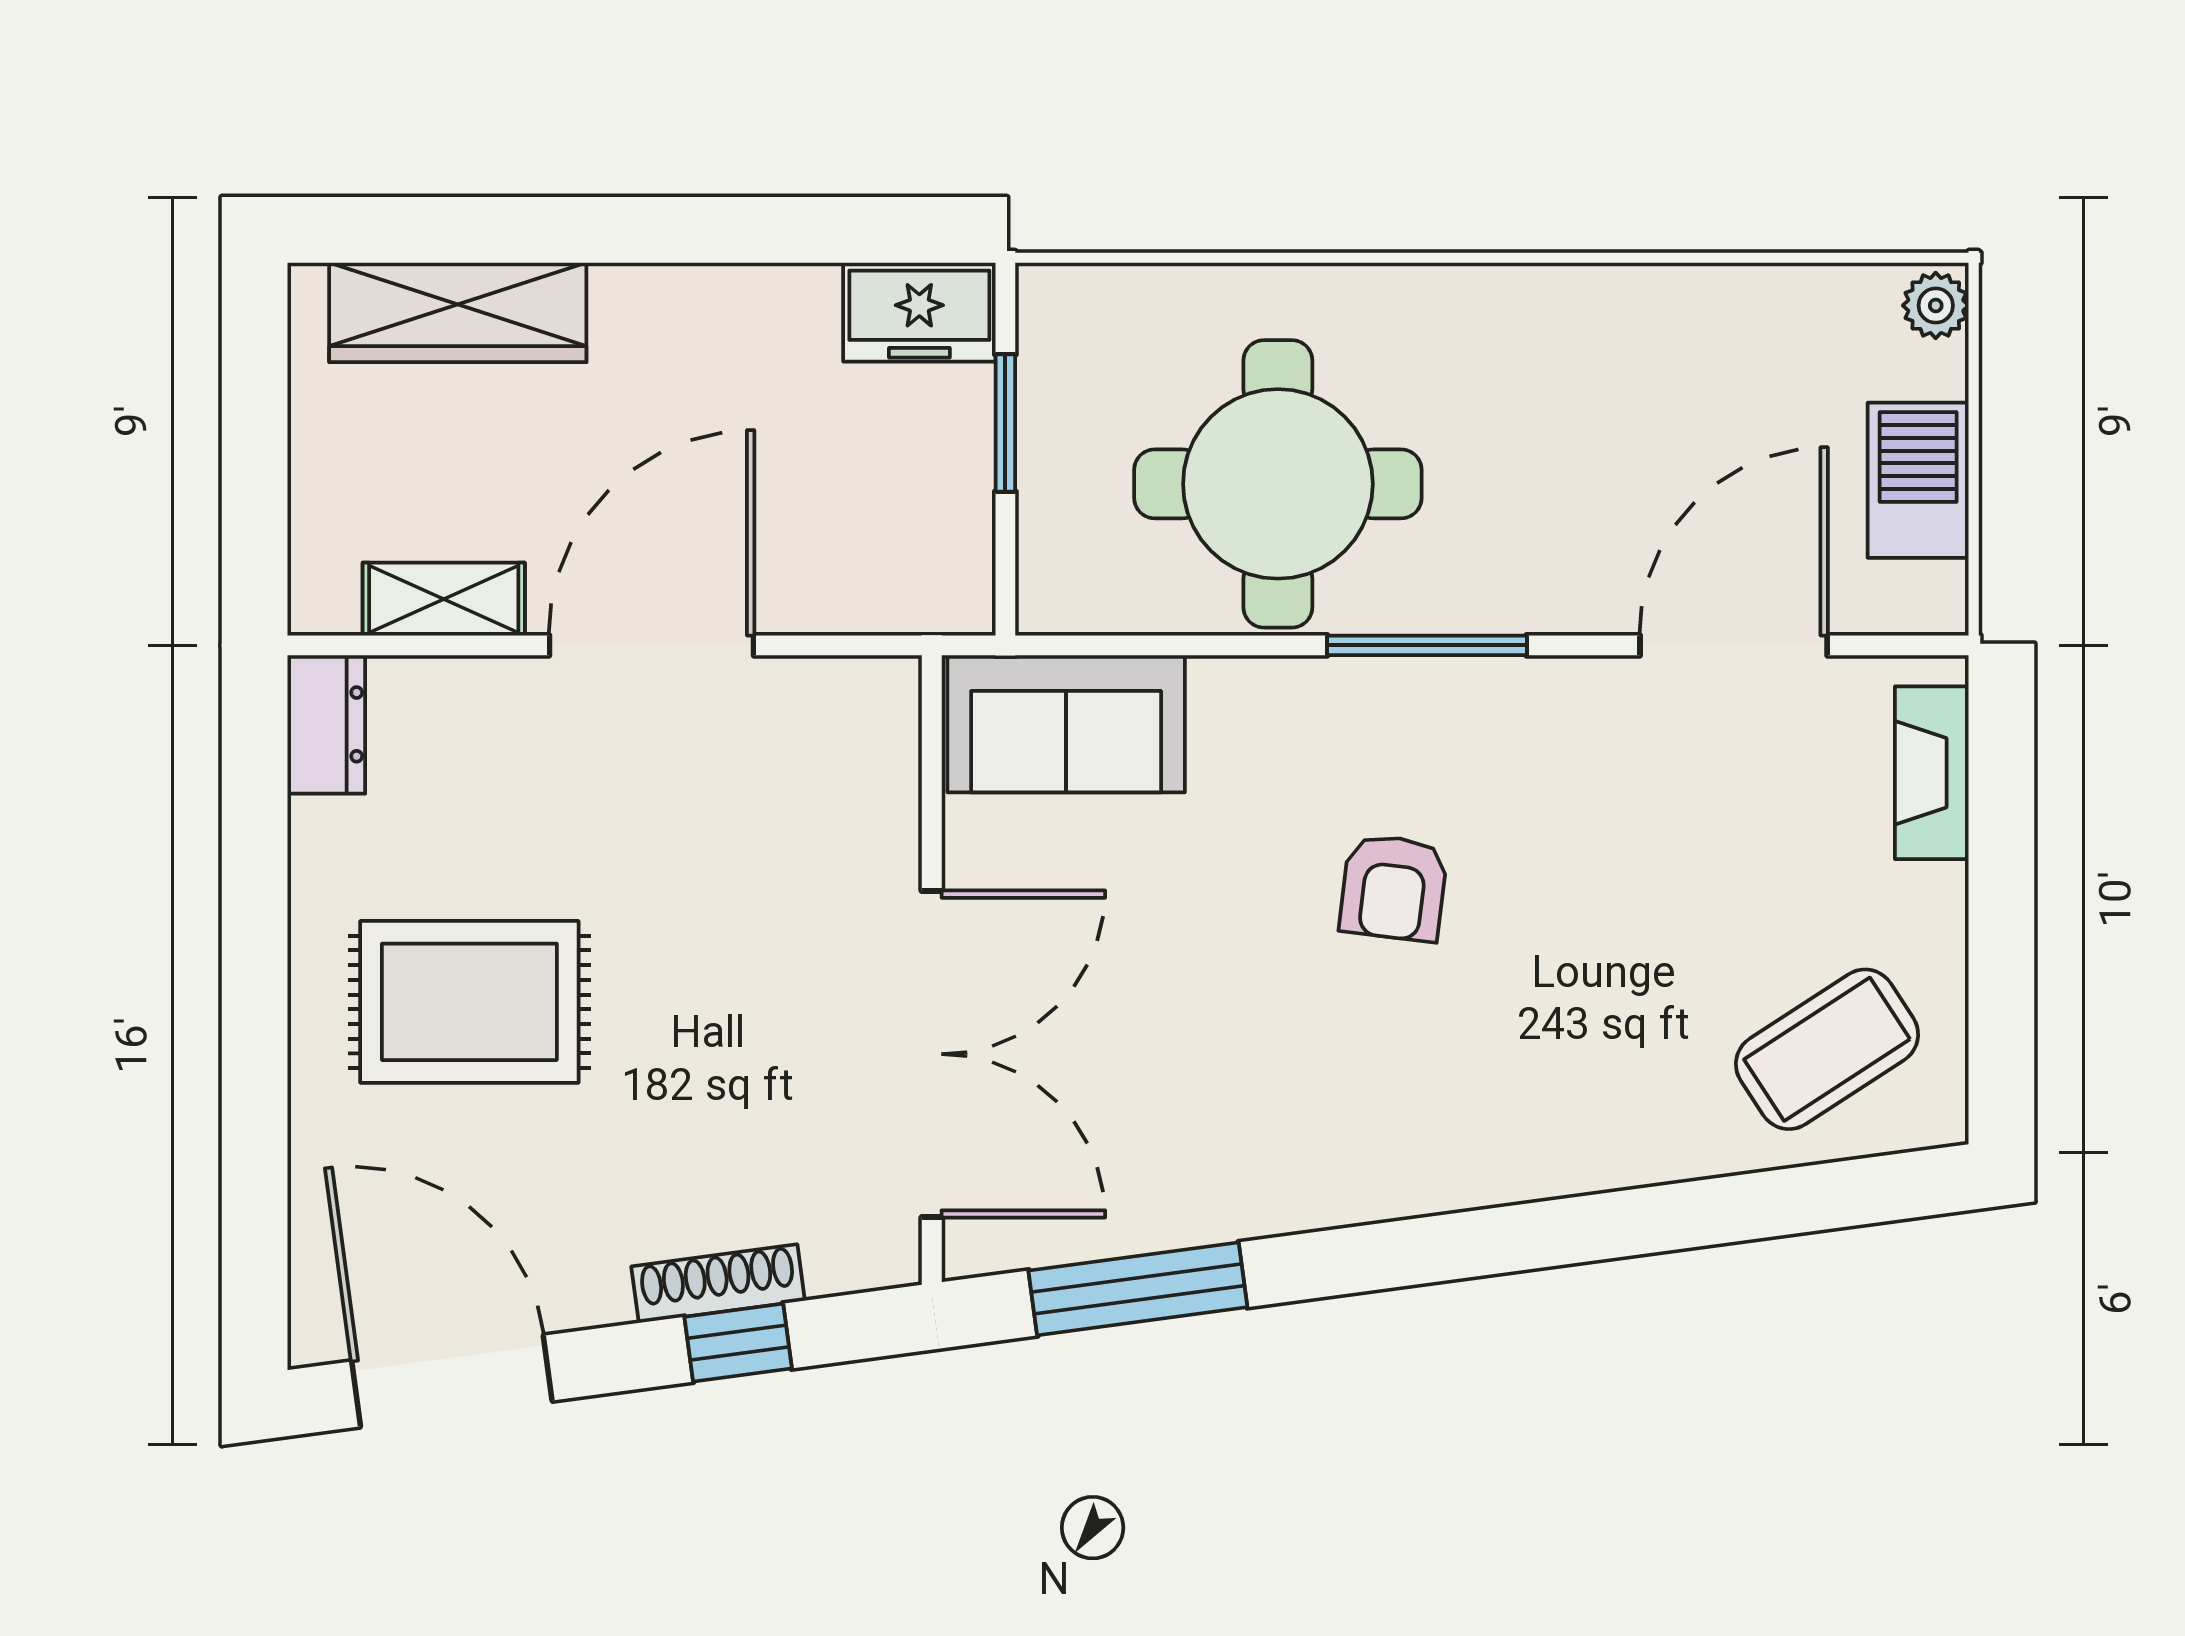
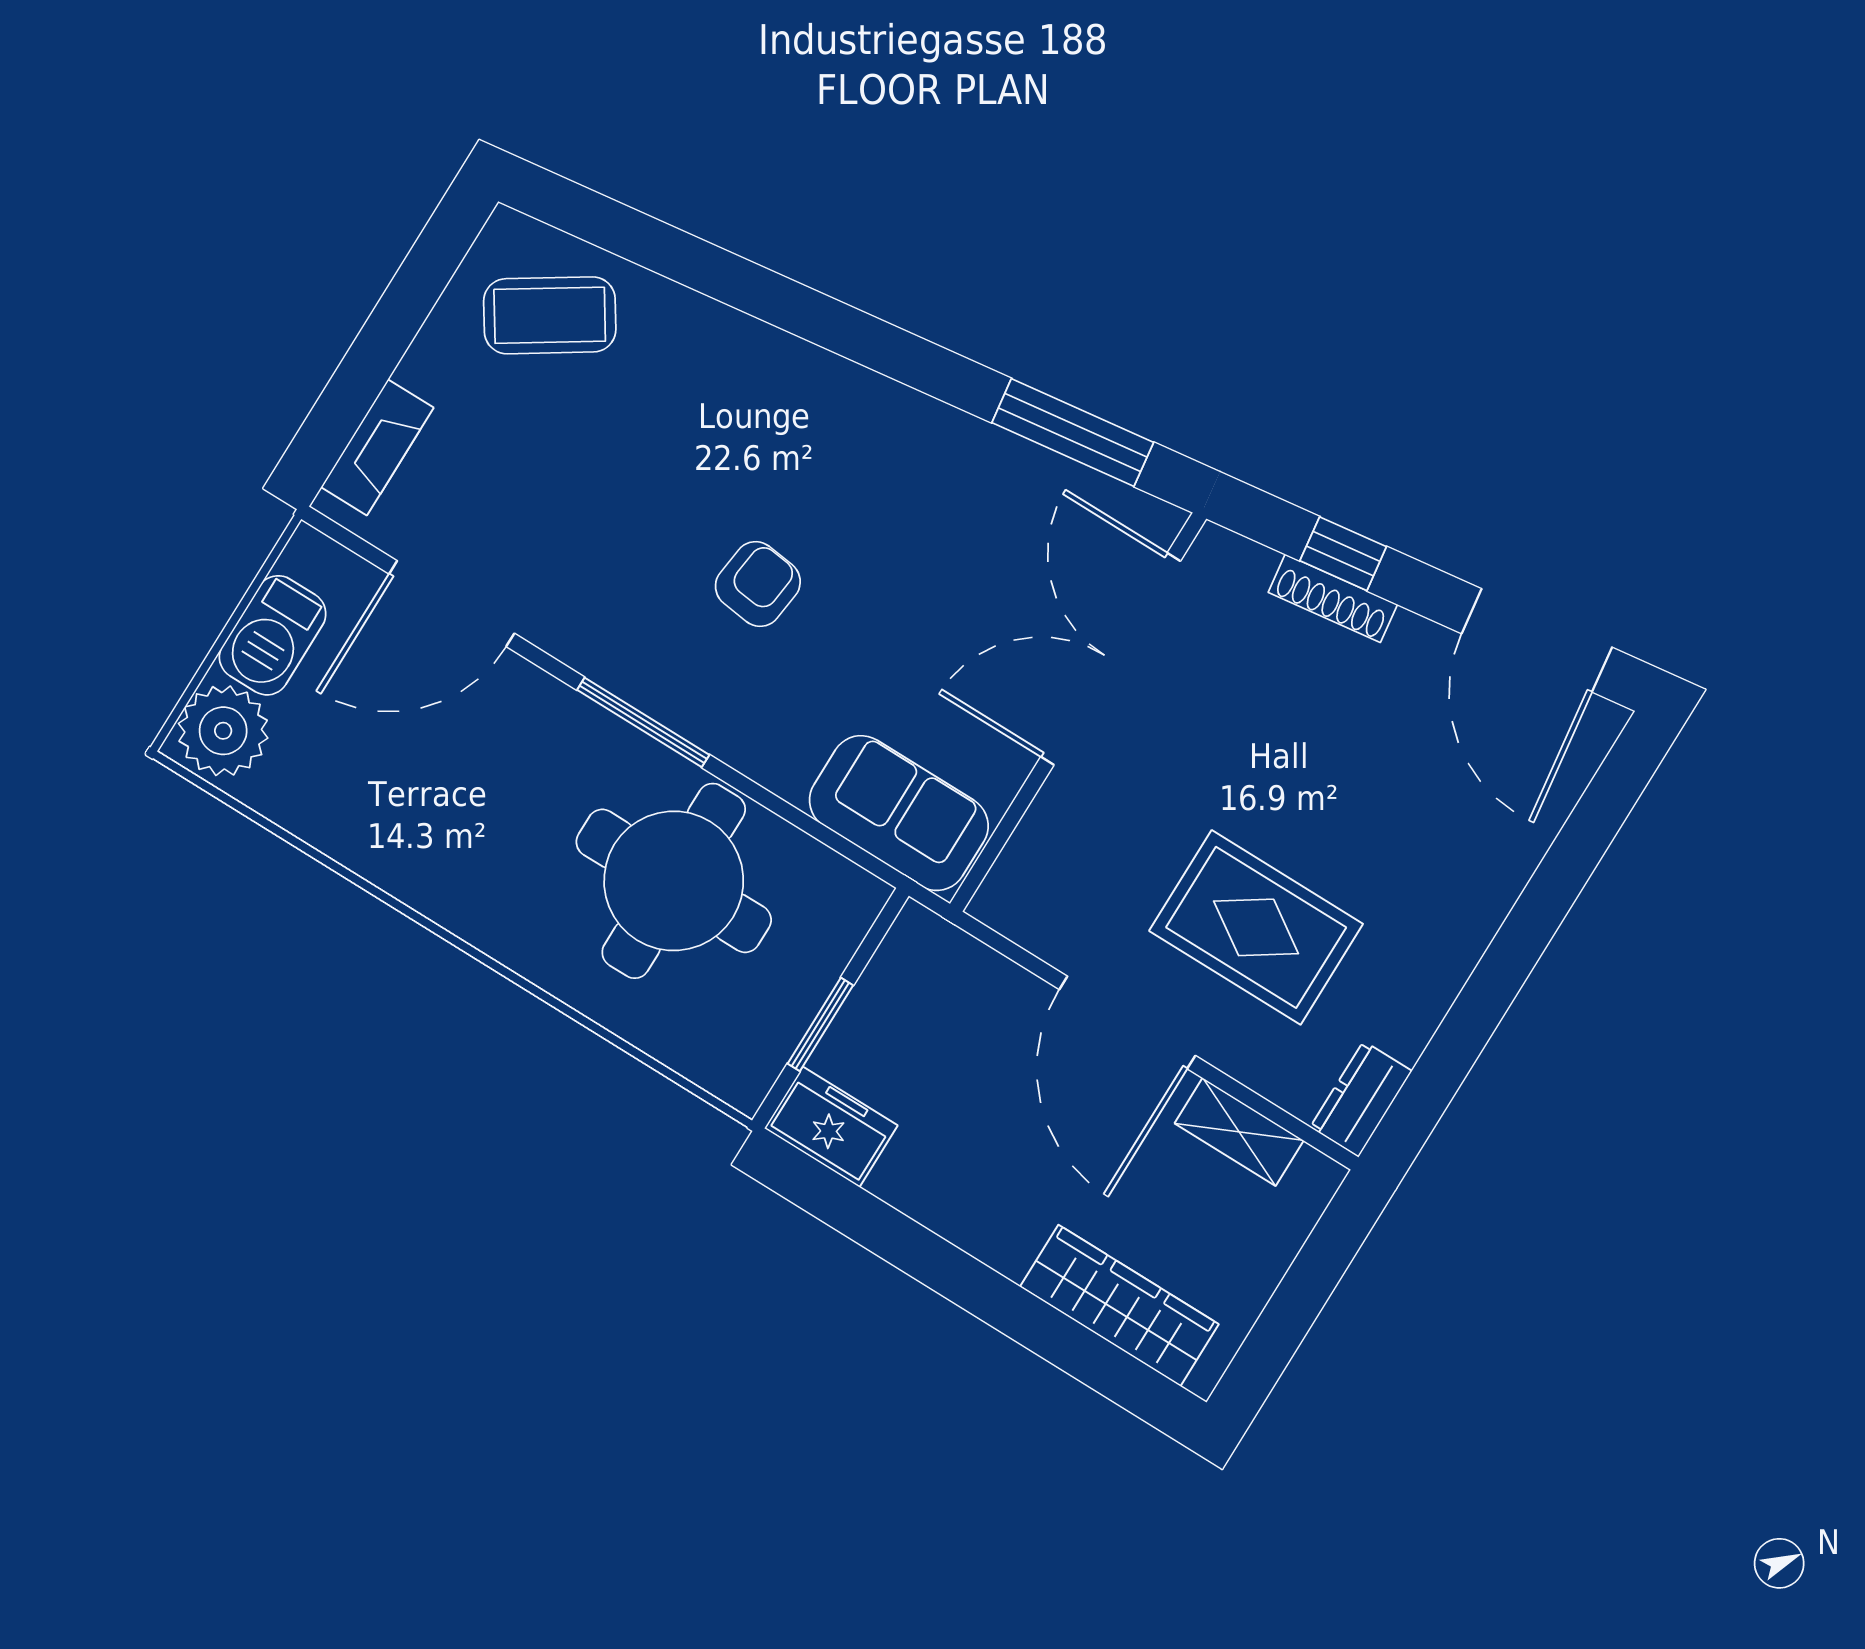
plant: (1936, 305) -> (223, 731), width x1.87, depth x1.87
door: (651, 645) -> (1127, 1023), hinge flipped
rug: (469, 1002) -> (1256, 927), moved

